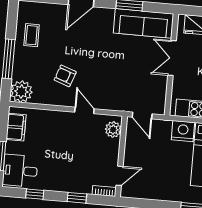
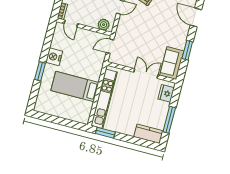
sofa: (143, 23) -> (172, 63), width x0.73
nightstand: (183, 131) -> (54, 57), moved, turned 180

